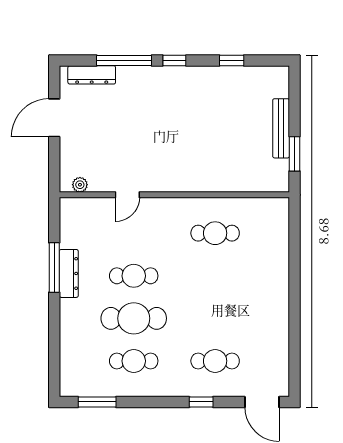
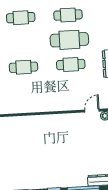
door: (127, 195) -> (92, 111), moved
cafe table: (215, 233) -> (23, 67), moved

